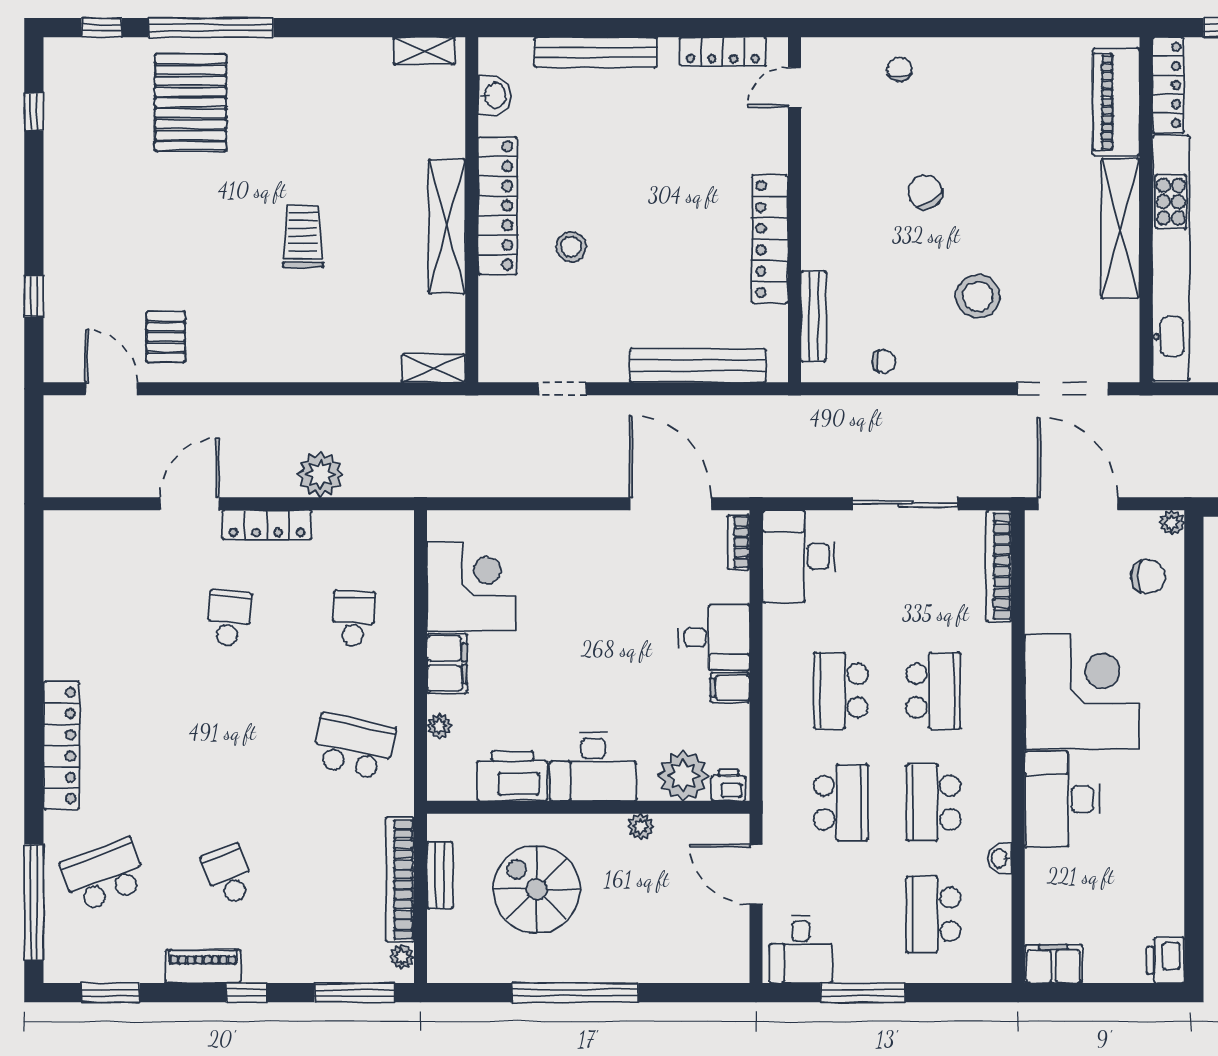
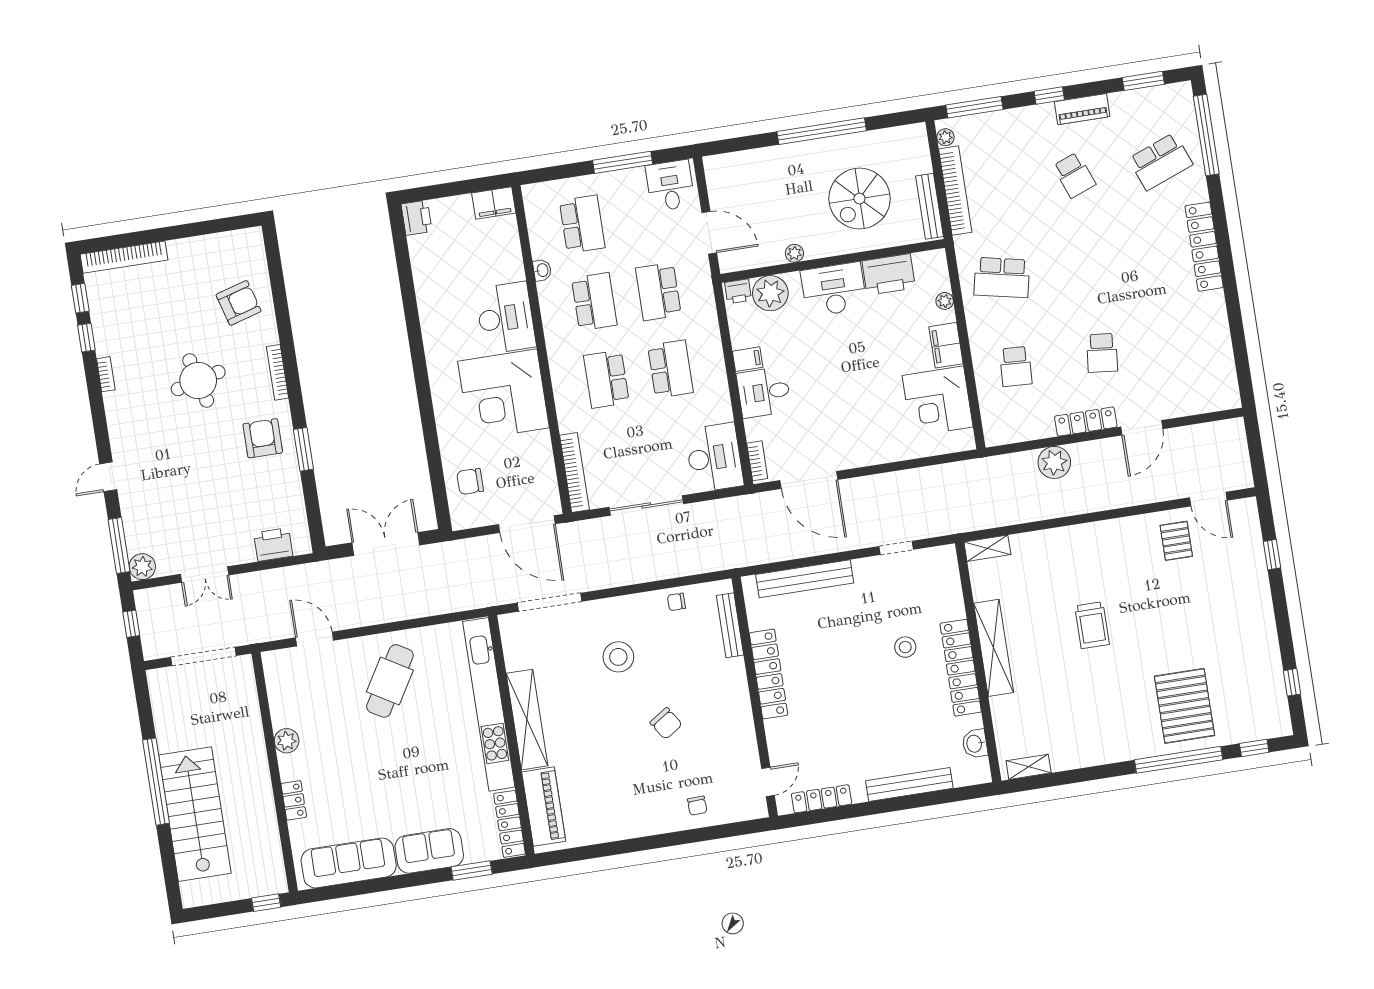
plant: (1172, 523) -> (459, 521), removed
bench: (440, 875) -> (929, 206), width x1.36
spiral stairs: (537, 889) -> (859, 199), turned 90

